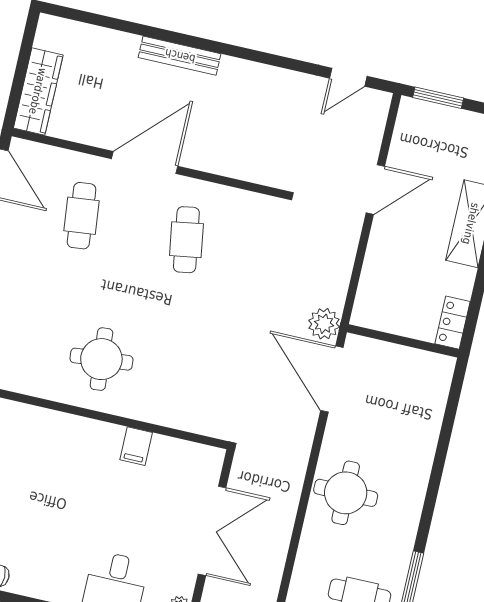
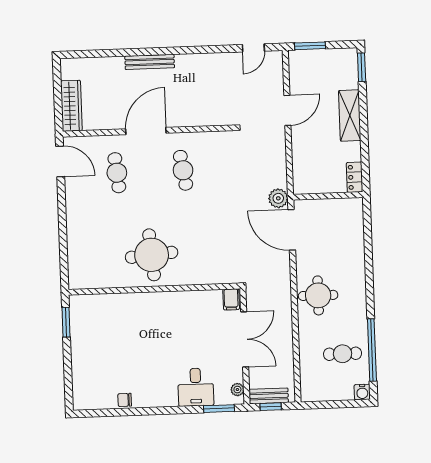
round table: (101, 359) -> (152, 255), width x1.36, depth x1.36
filing cabinet: (136, 446) -> (231, 299), moved

